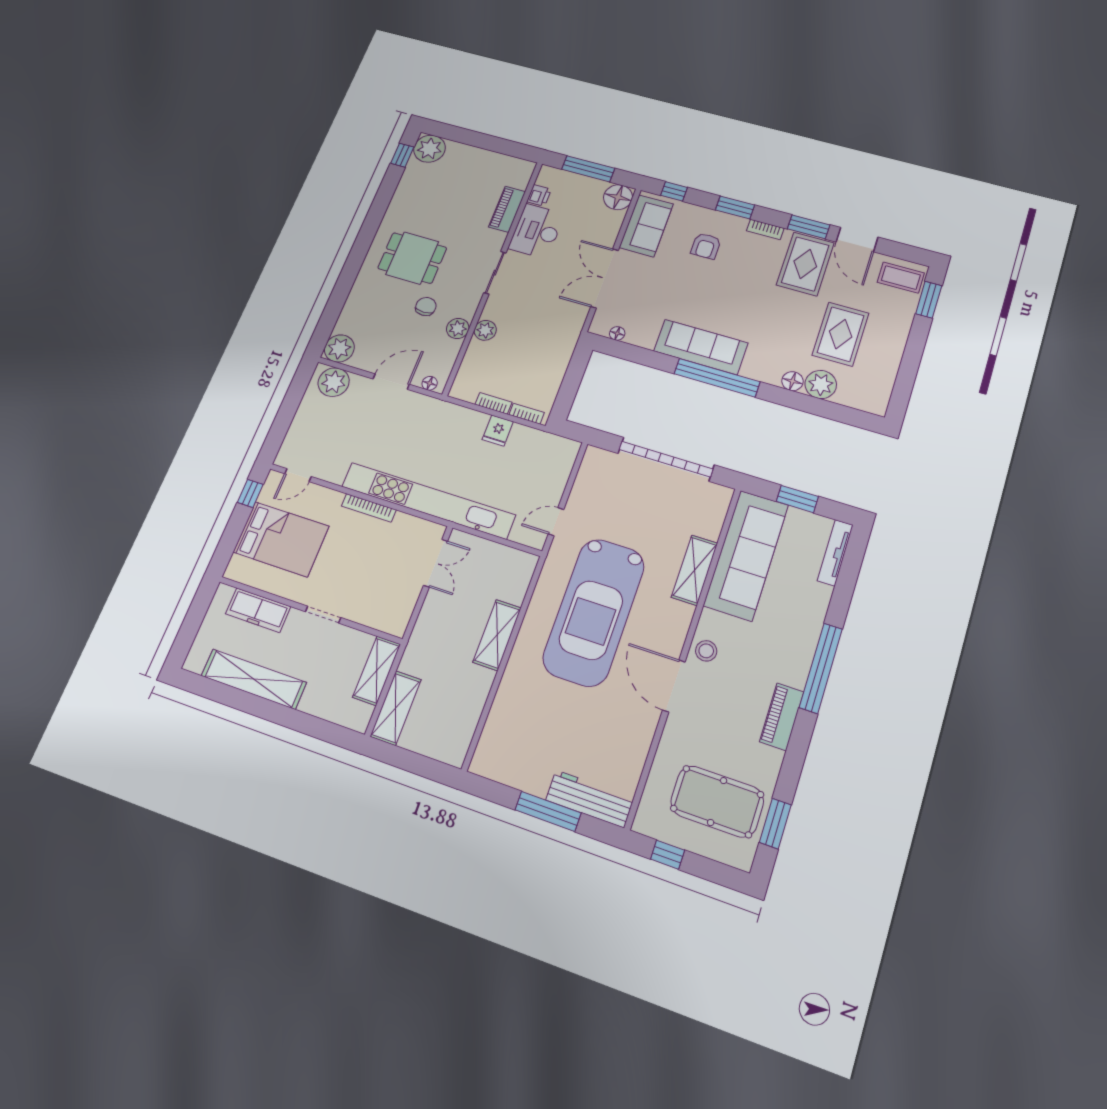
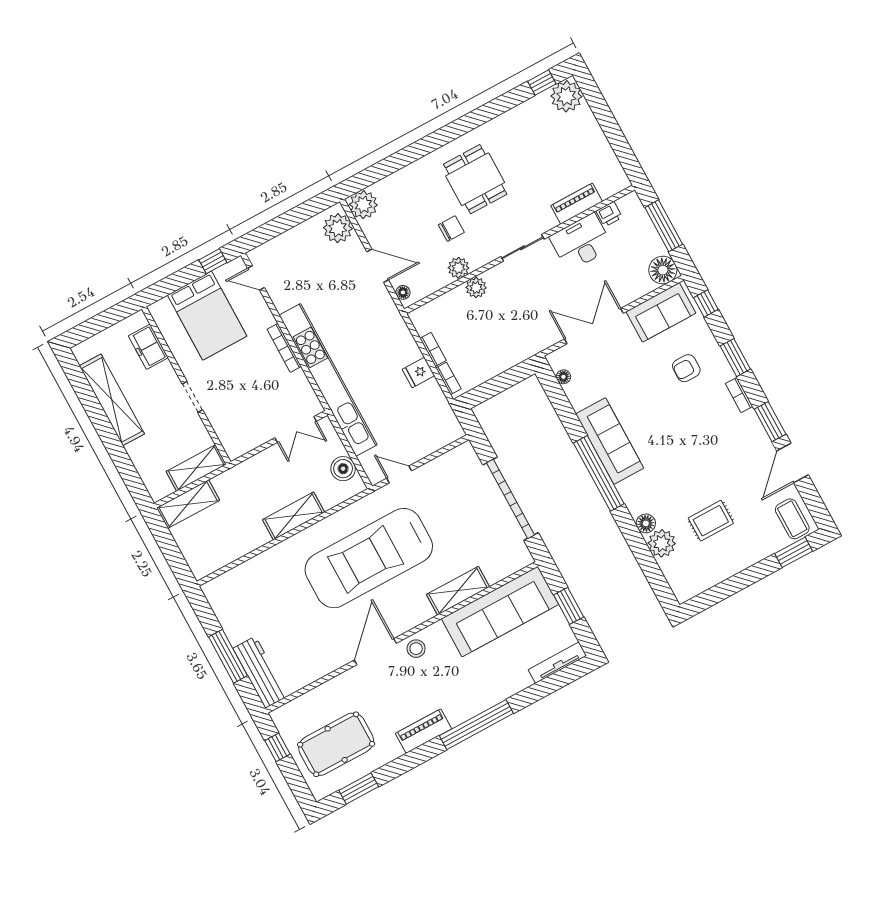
rug: (805, 264) -> (740, 447), removed
rug: (841, 334) -> (711, 521), width x0.73, depth x0.70
boiler: (504, 559) -> (343, 469), added
freezer: (258, 610) -> (148, 347), width x0.71
pool table: (717, 801) -> (336, 744), turned 90

